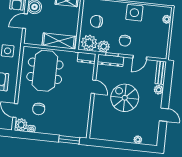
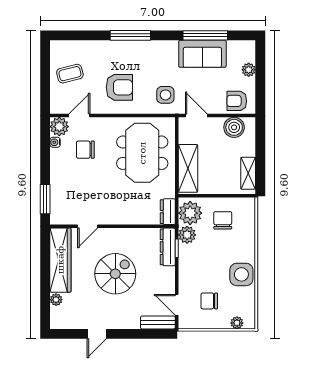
door: (25, 21) -> (196, 116), moved
chair: (125, 41) -> (209, 301), moved
door: (140, 57) -> (177, 305), moved
meeting table: (45, 71) -> (142, 153), turned 90
door: (93, 87) -> (88, 226), moved
plant: (159, 90) -> (133, 322), removed
wardrobe: (111, 134) -> (60, 260), added

